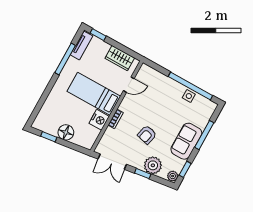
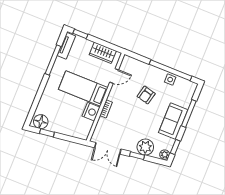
floor lamp: (66, 132) -> (41, 122), moved
armchair: (147, 135) -> (146, 95), moved

